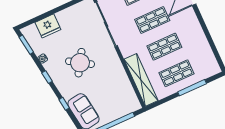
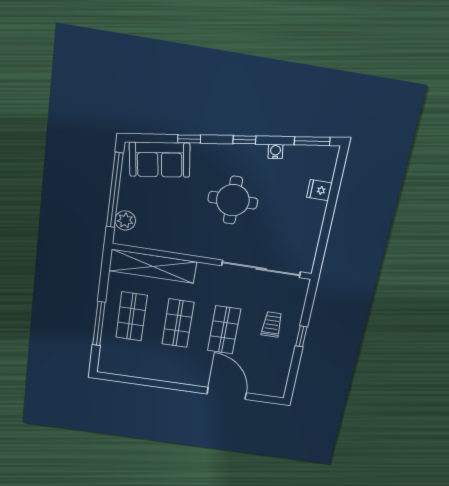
fridge: (48, 26) -> (319, 190), width x0.53, depth x0.75
round table: (80, 63) -> (233, 200), turned -32
plant: (126, 109) -> (125, 220), added

